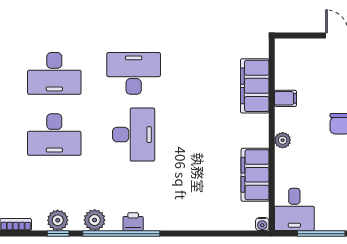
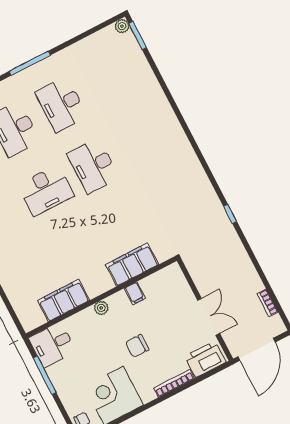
desk: (134, 73) -> (93, 166), turned 180
water cooler: (262, 224) -> (28, 326), removed

